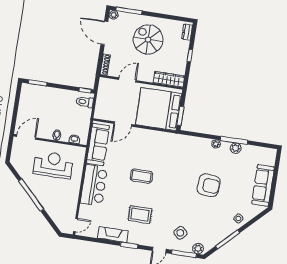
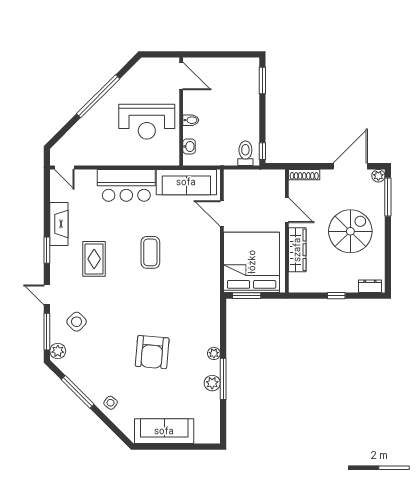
wardrobe: (169, 79) -> (297, 250), moved
reception desk: (53, 165) -> (147, 122), turned 90

